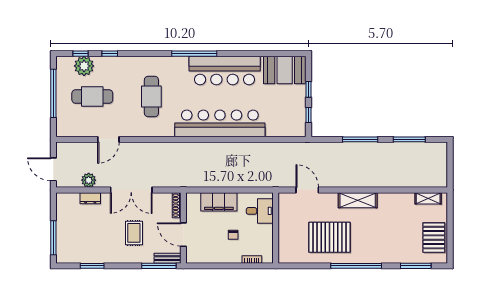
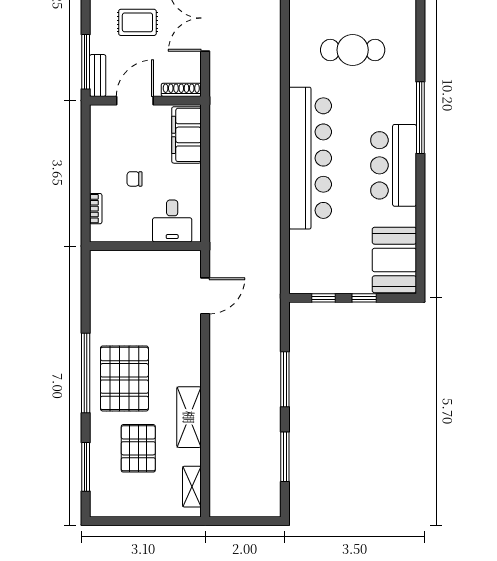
bar counter: (225, 71) -> (394, 165), width x0.73
shelving: (358, 200) -> (189, 417), moved
filing cabinet: (219, 202) -> (186, 135), moved
pallet: (329, 237) -> (124, 378), moved
pallet: (434, 238) -> (138, 448), moved, turned 90

